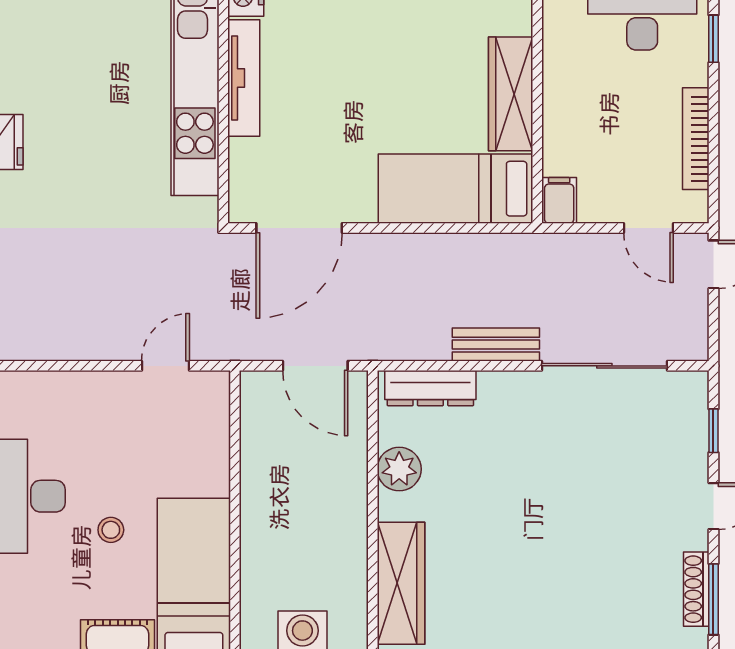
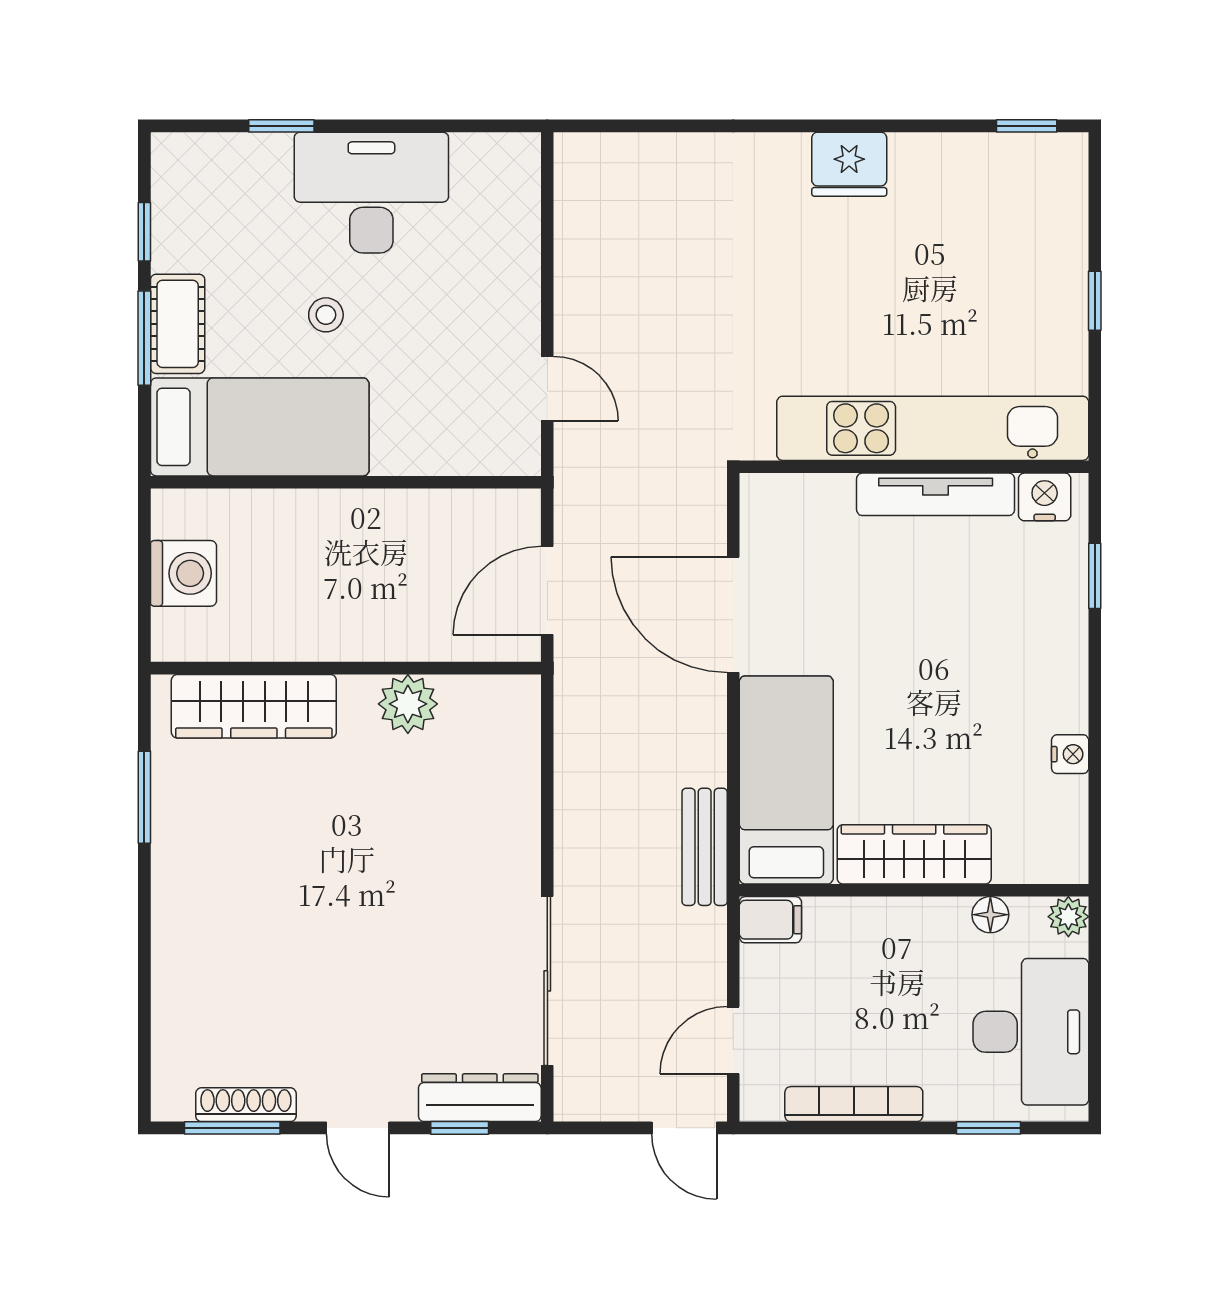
floor lamp: (555, 37) -> (990, 915), added
door: (299, 228) -> (733, 615), moved
bench: (496, 345) -> (705, 847), moved
dresser: (430, 388) -> (480, 1098), moved, turned 90

